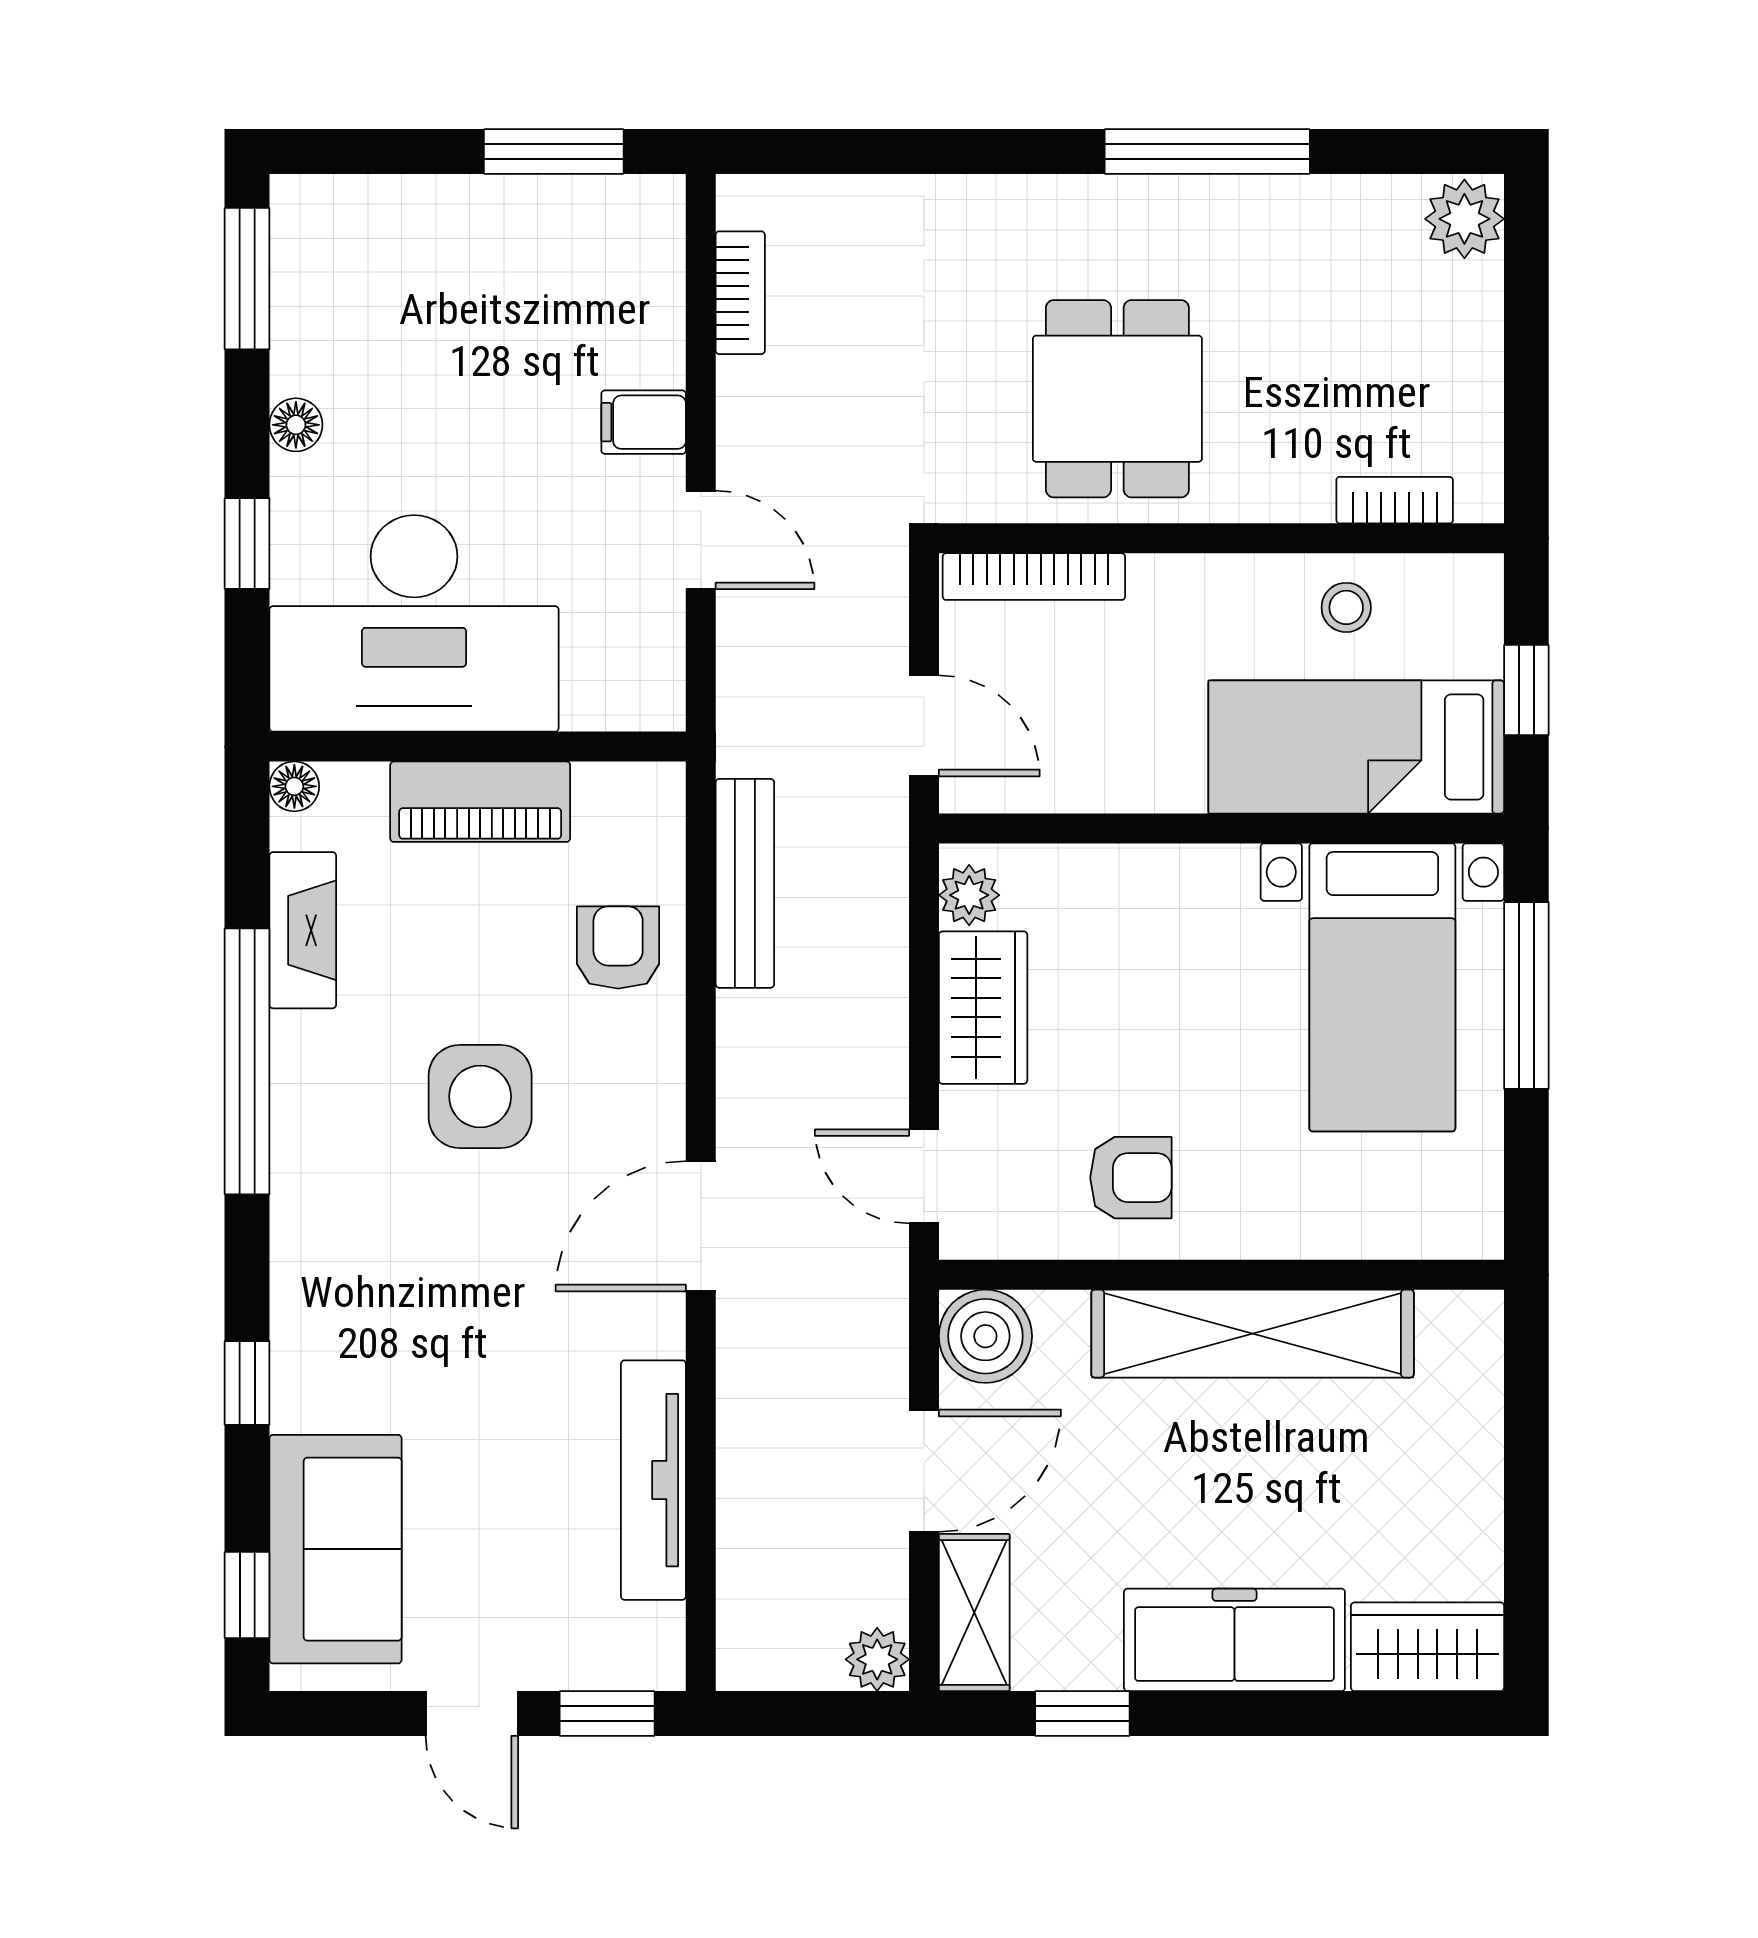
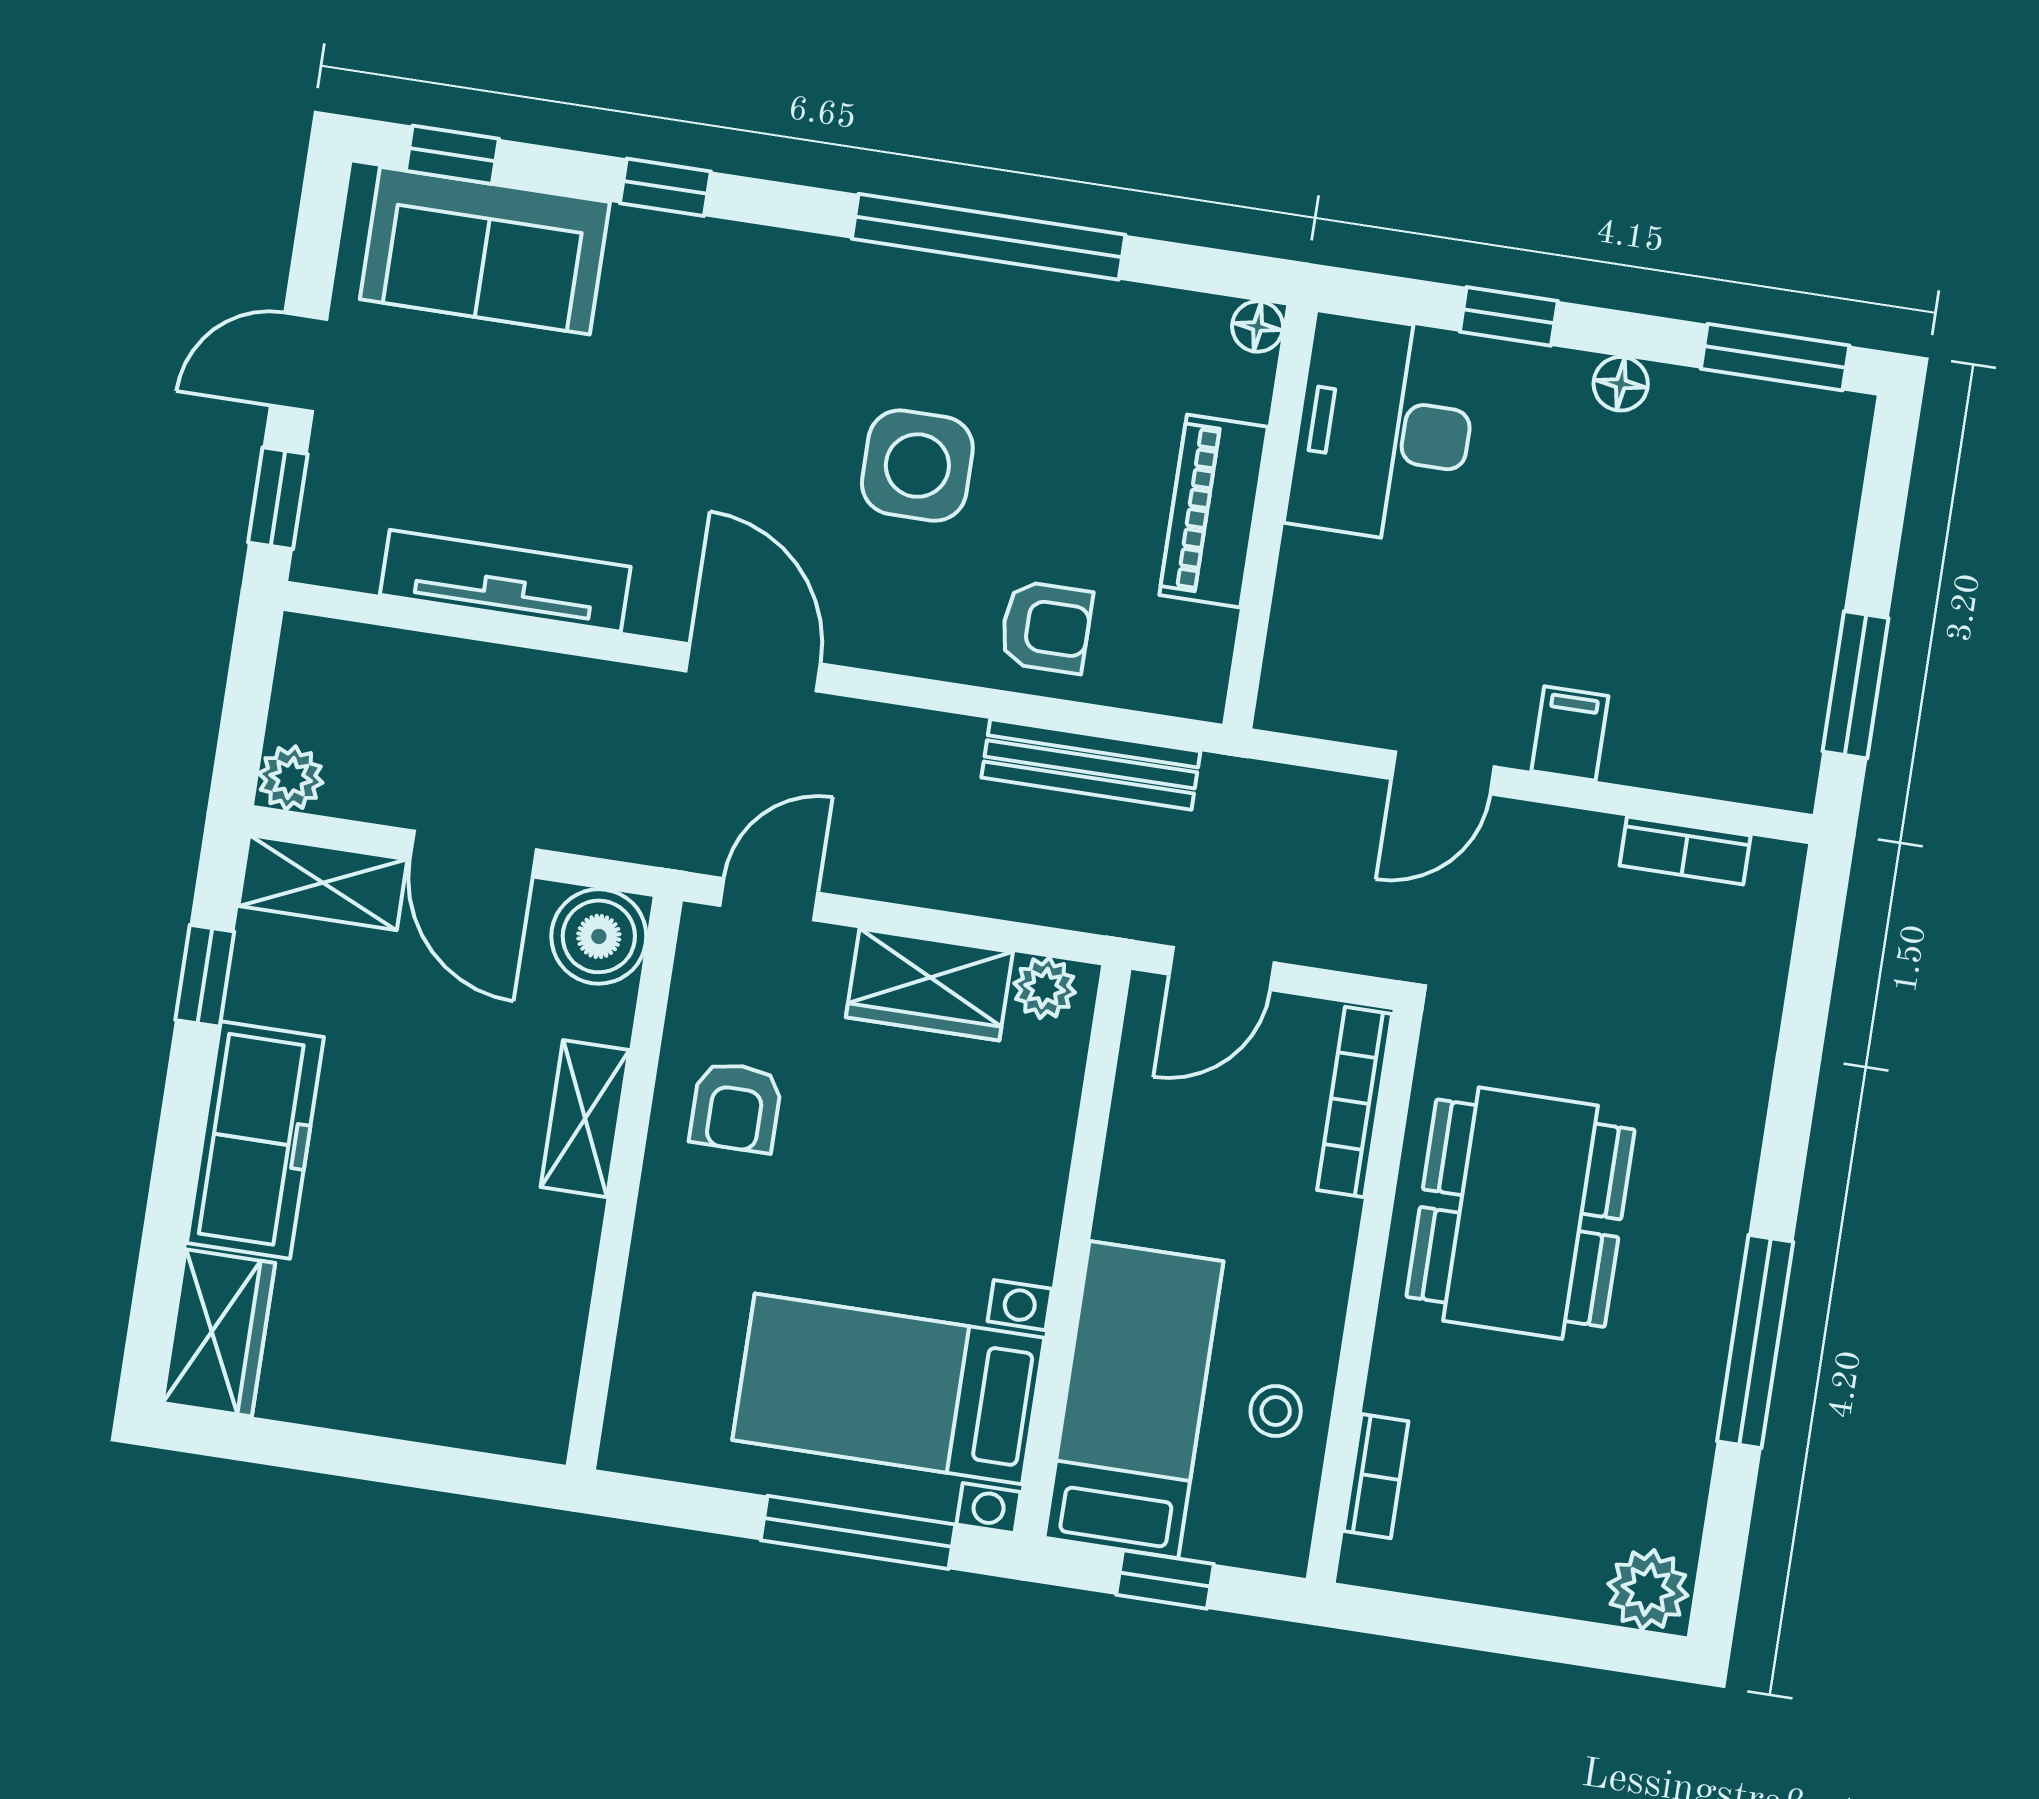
dining table: (1117, 399) -> (1521, 1213), width x1.38
desk: (414, 623) -> (1384, 429), width x0.73, depth x0.77
fireplace: (303, 930) -> (1112, 313), removed
shelving: (1253, 1334) -> (585, 1119), width x0.45, depth x0.75

